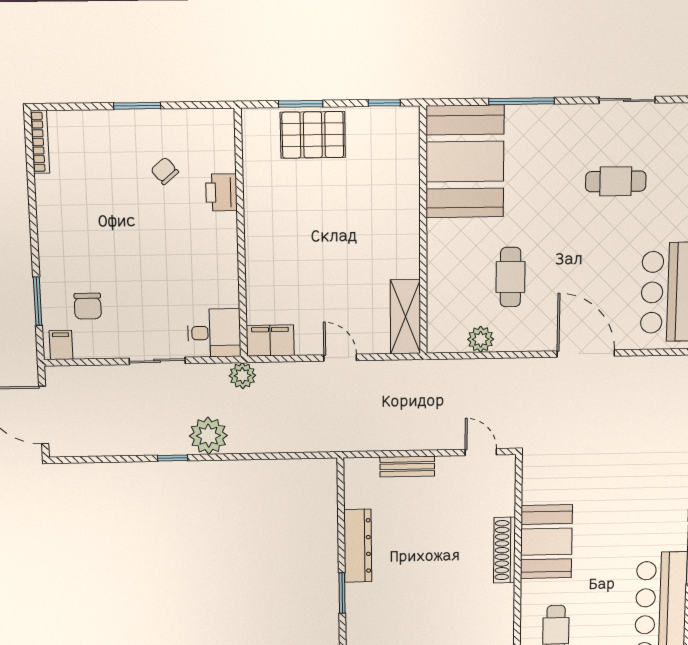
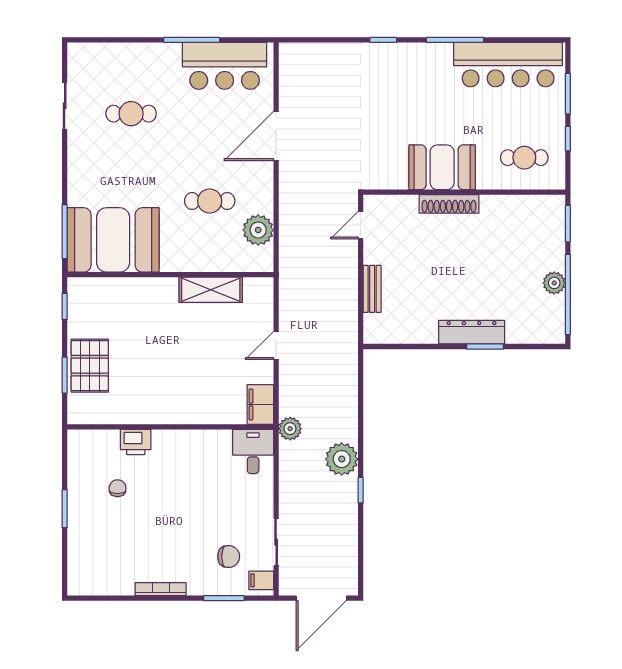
window: (522, 101) -> (65, 232), moved
bookcase: (40, 142) -> (161, 589), moved
chair: (165, 171) -> (118, 488), turned 130
cafe table: (616, 181) -> (131, 114), turned 90
shelving: (405, 317) -> (211, 290), moved
plant: (481, 339) -> (258, 230), width x1.36, depth x1.36
sliding door: (157, 361) -> (276, 542), moved
dresser: (358, 546) -> (472, 332), moved

